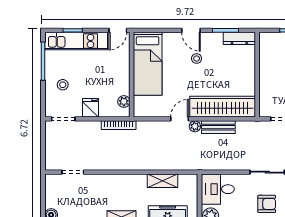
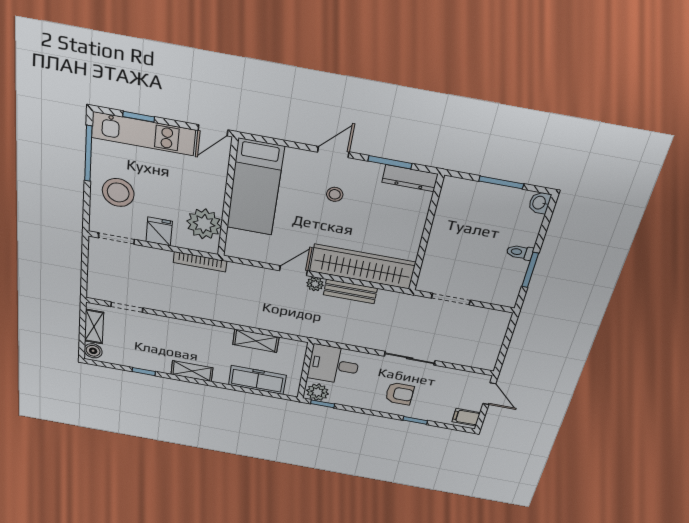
door: (191, 30) -> (333, 152), swing flipped
stool: (63, 85) -> (118, 193), width x1.89, depth x1.89
plant: (124, 101) -> (204, 224), width x1.87, depth x1.87
shelving: (51, 194) -> (94, 327), added

